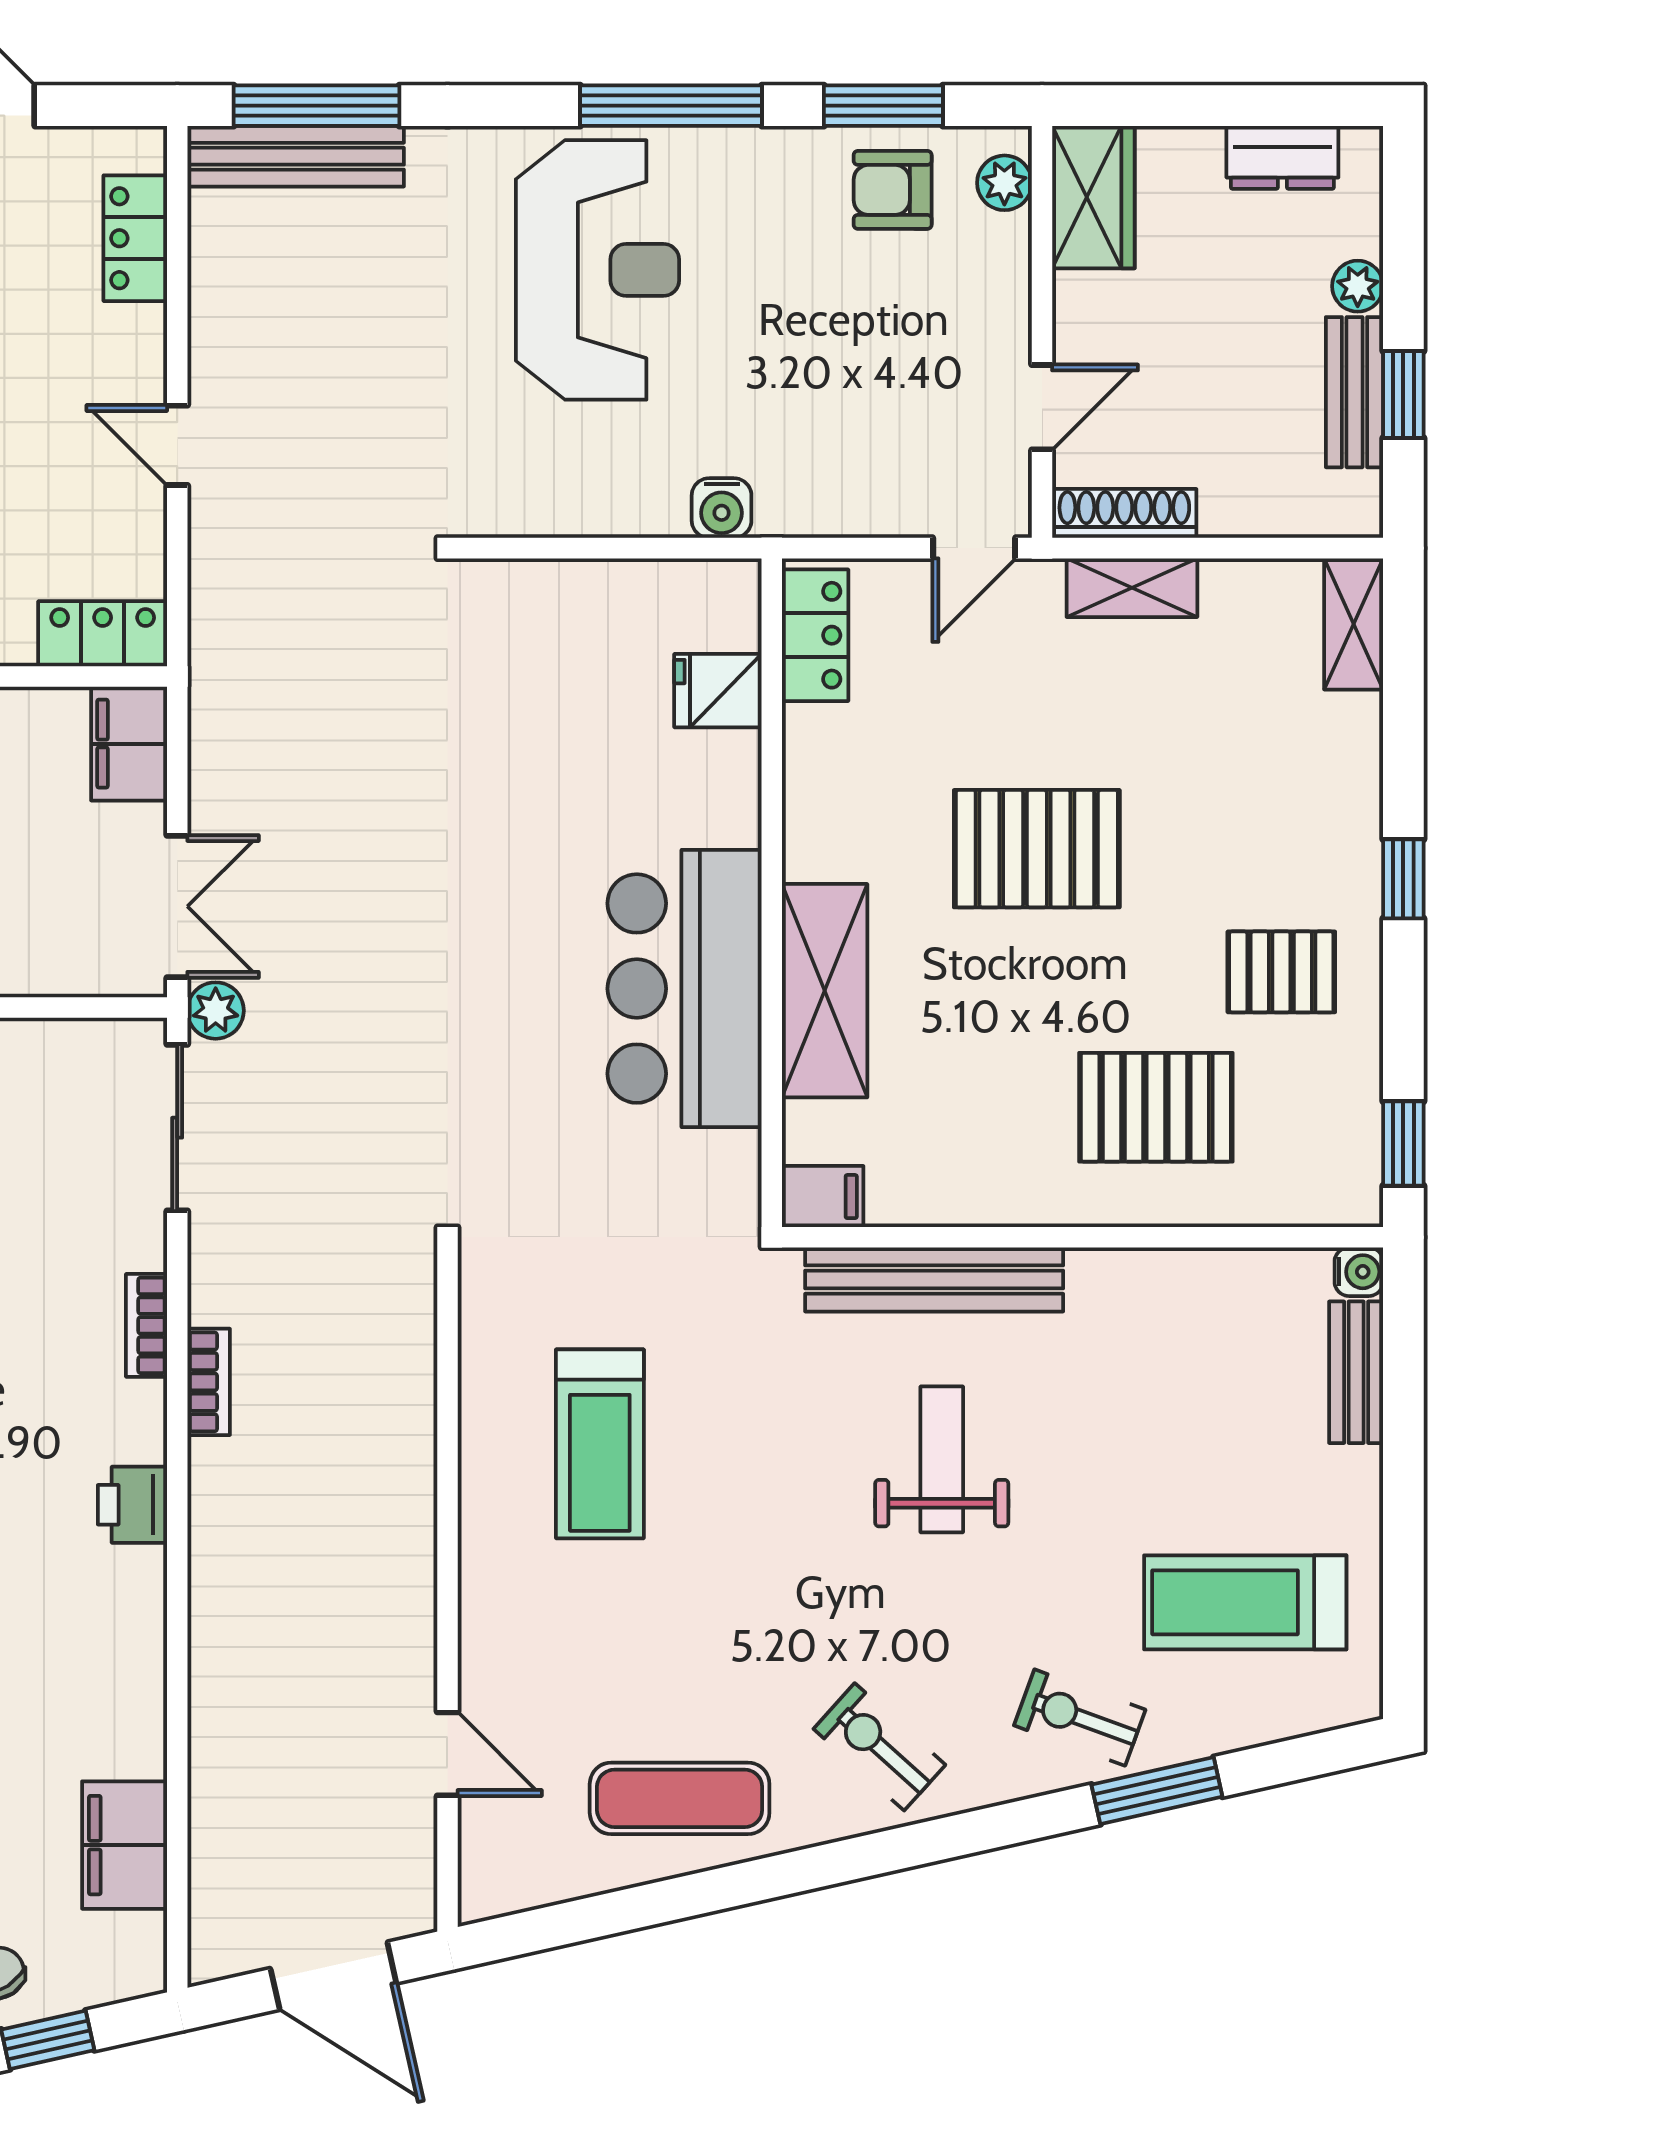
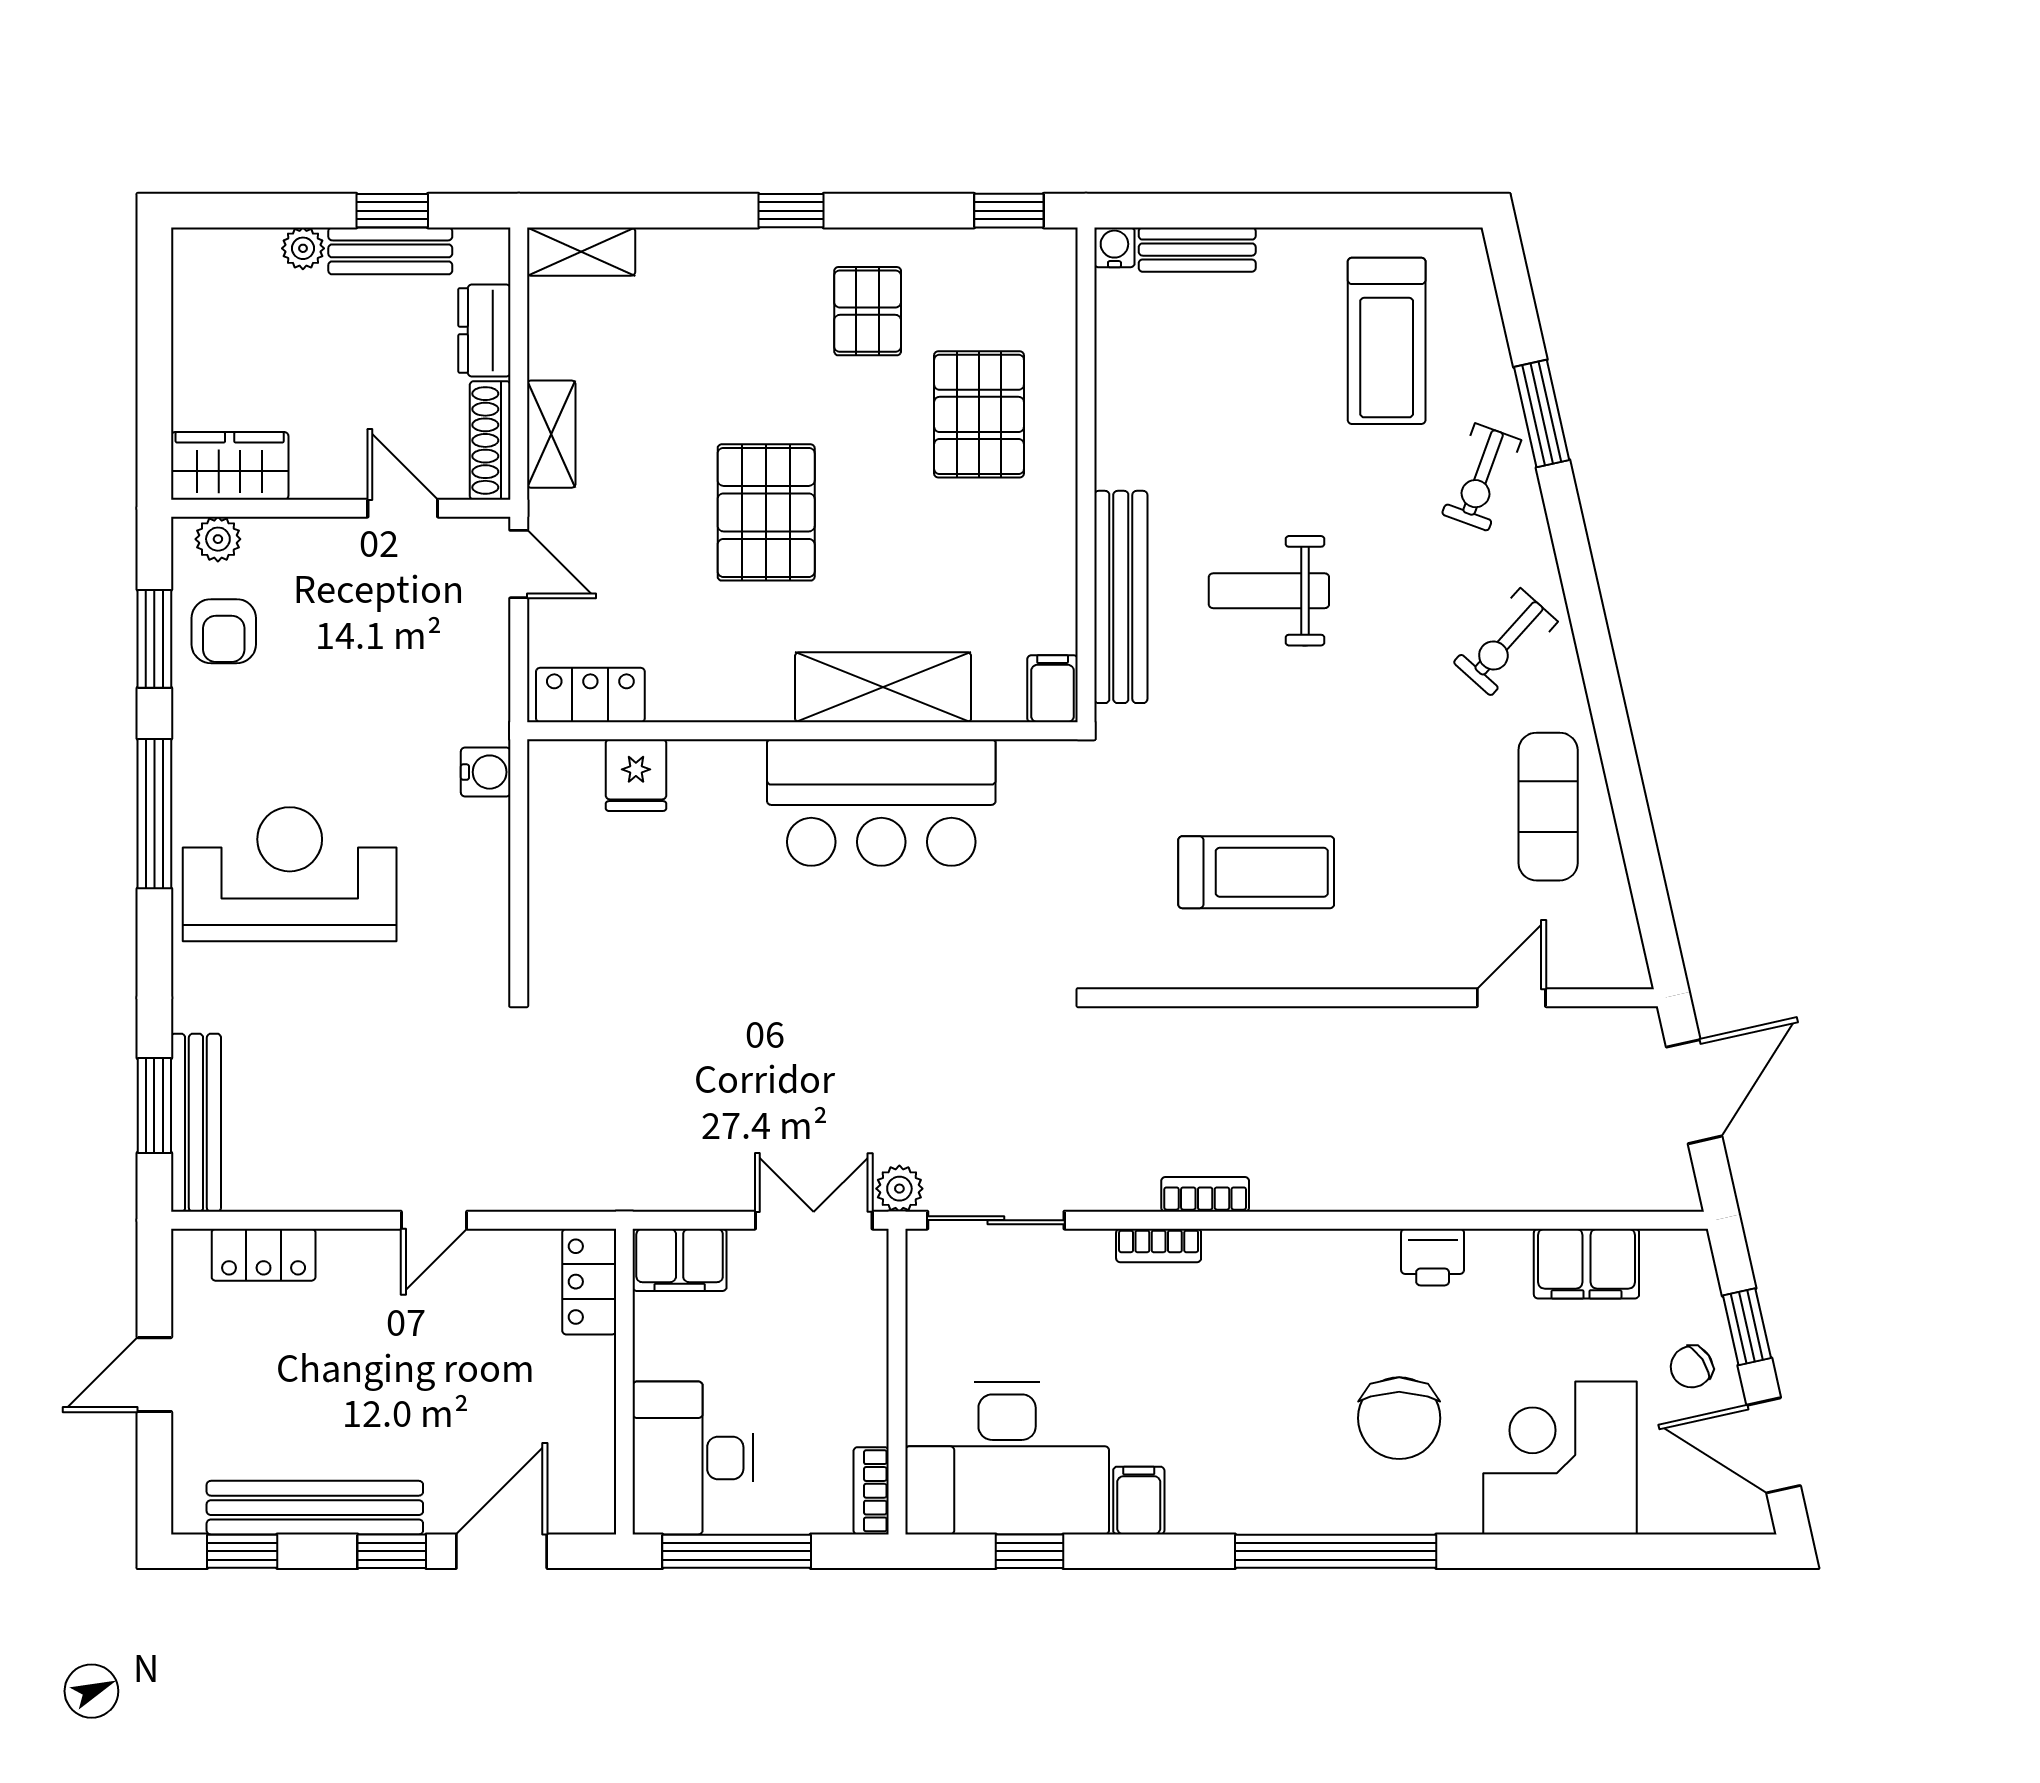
window: (317, 106) -> (154, 1106), width x0.69
dresser: (1282, 157) -> (484, 330), moved, turned 180
printer: (132, 1505) -> (1433, 1257), moved

